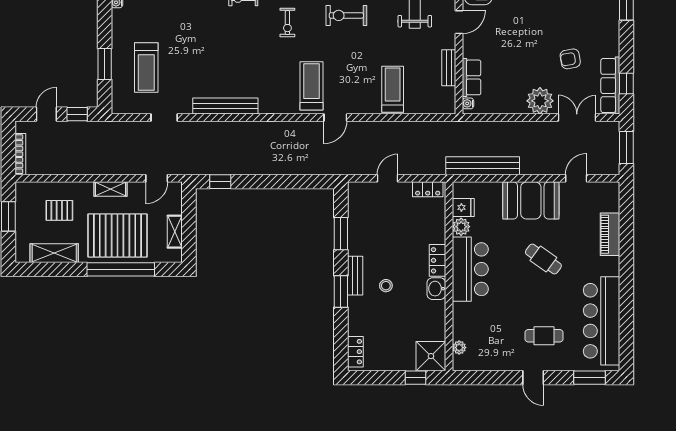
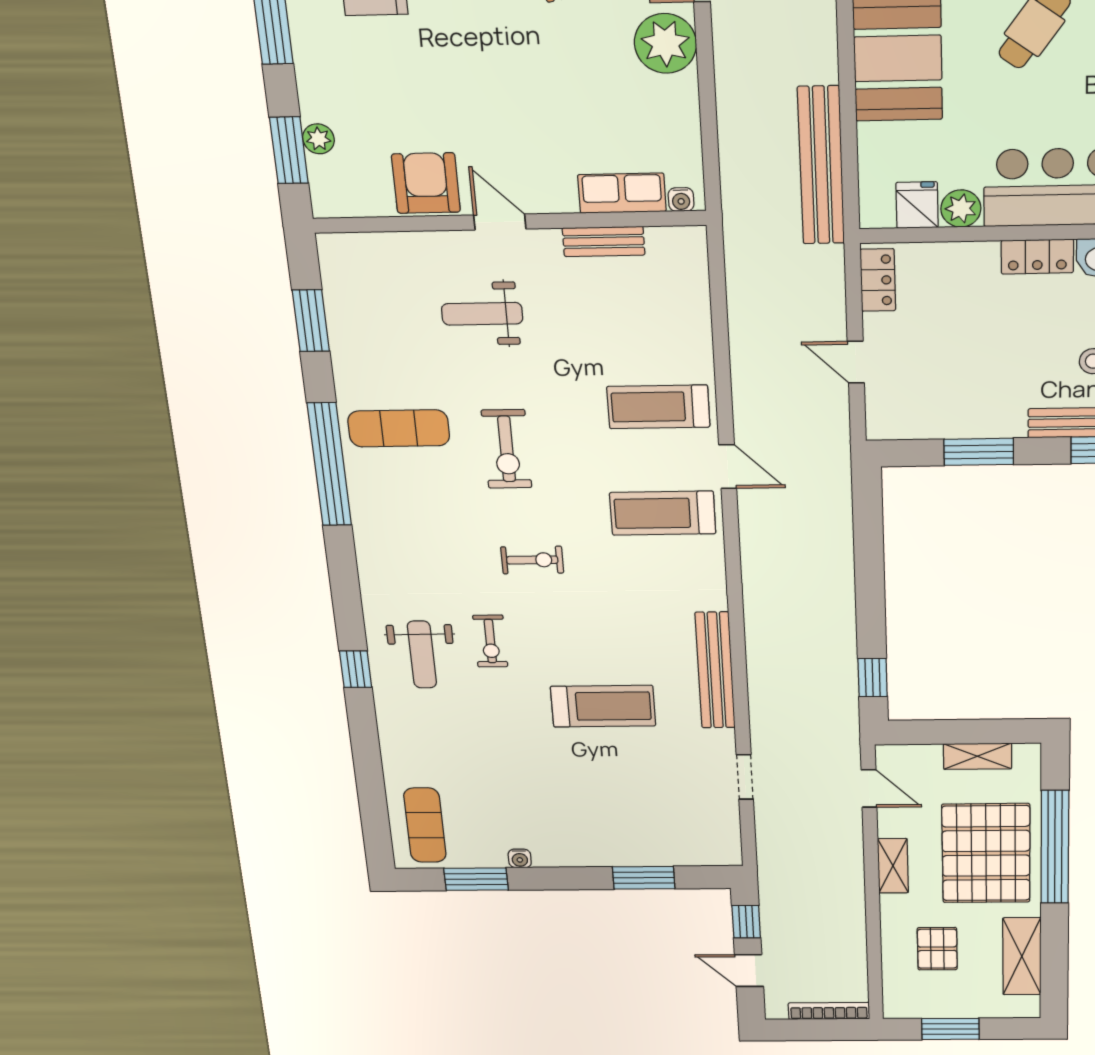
treadmill: (146, 68) -> (603, 706), moved
treadmill: (393, 89) -> (658, 407), moved

